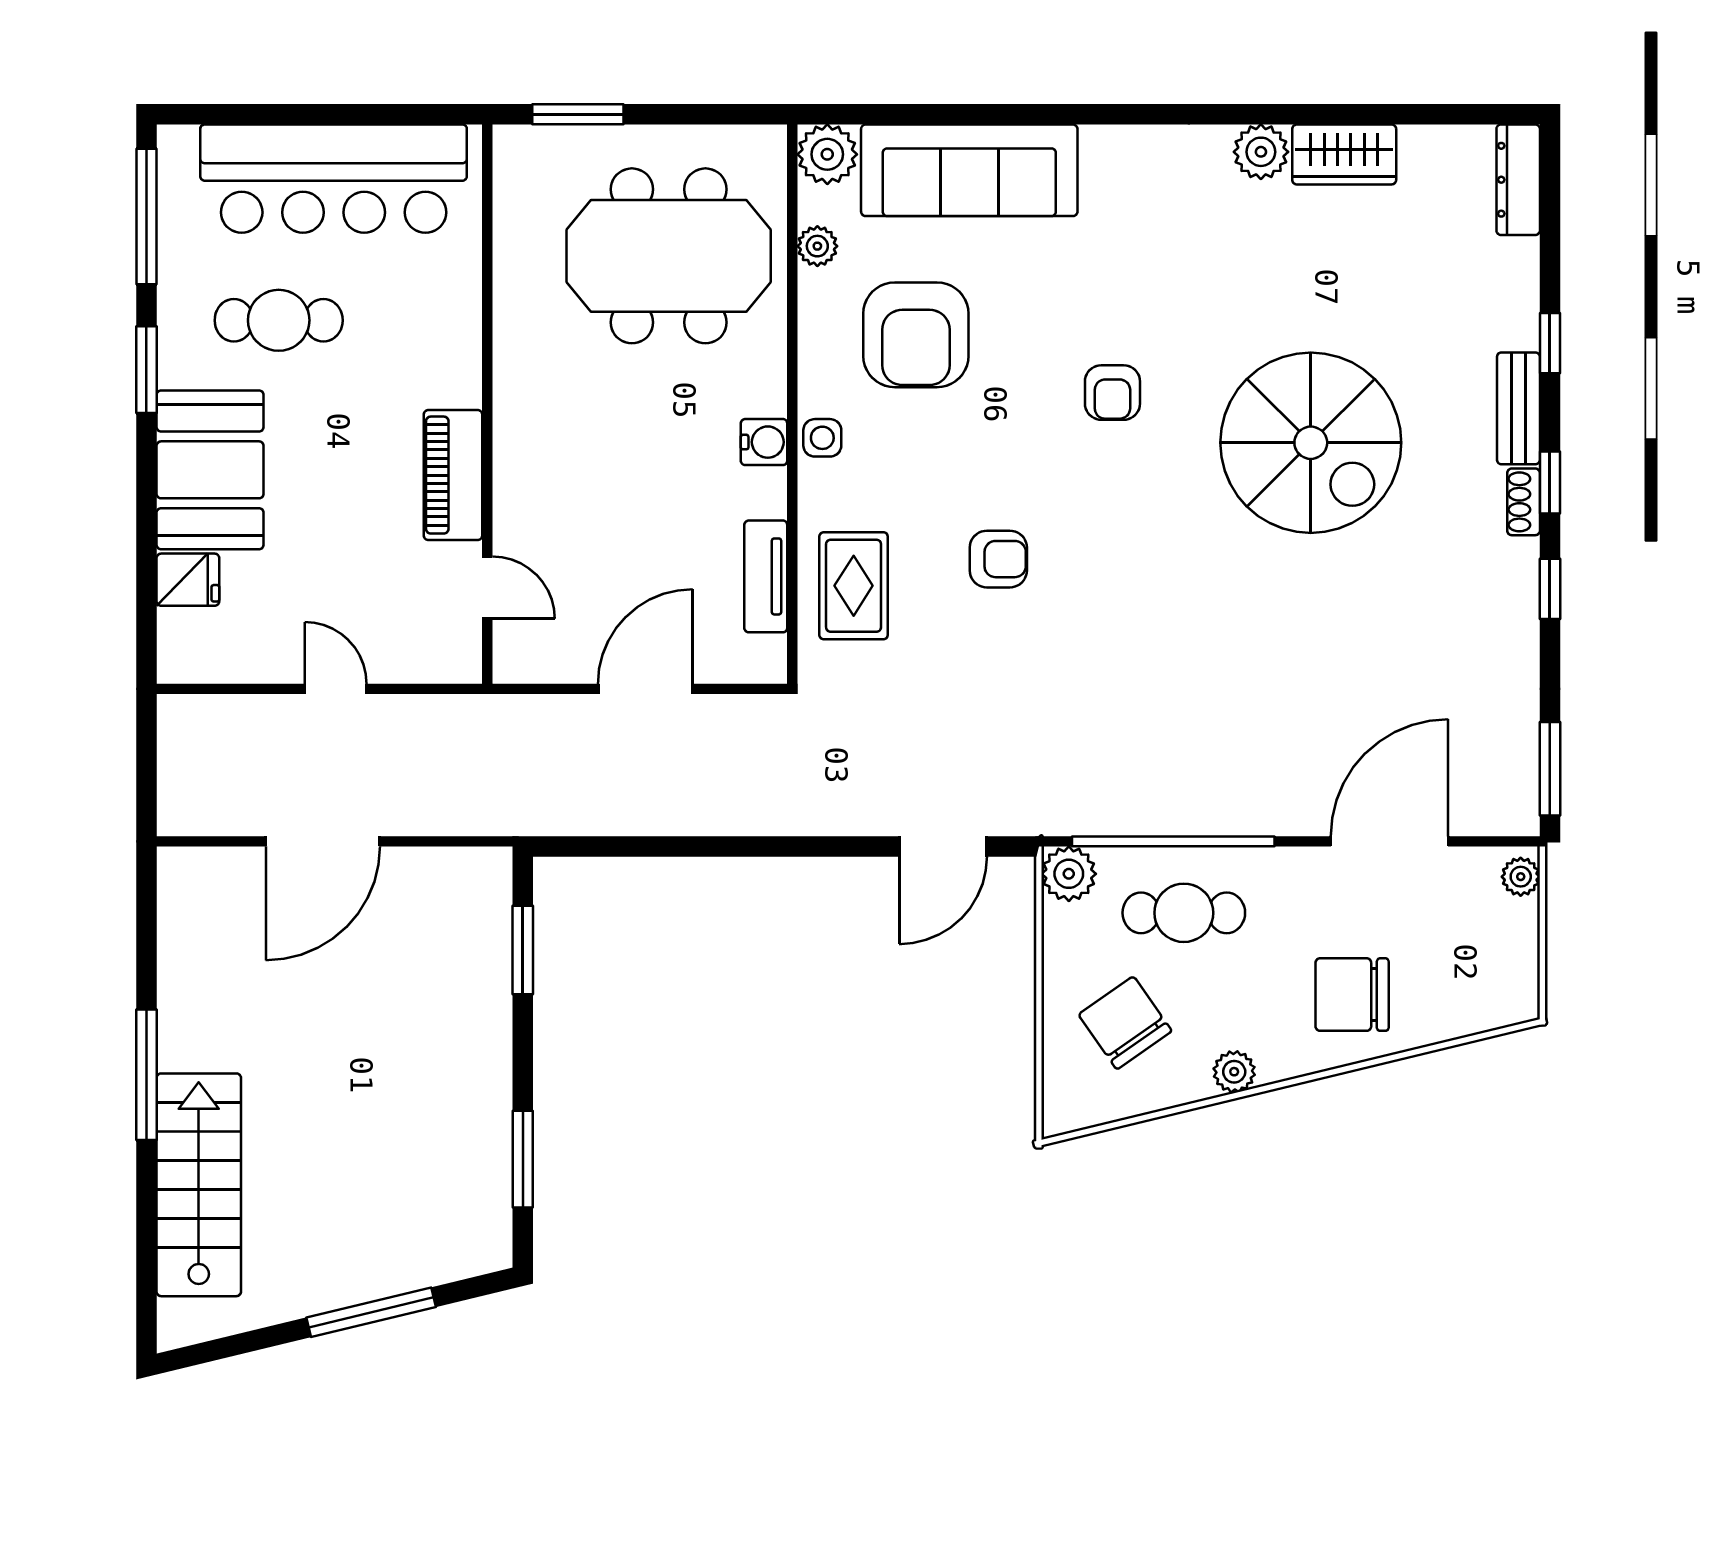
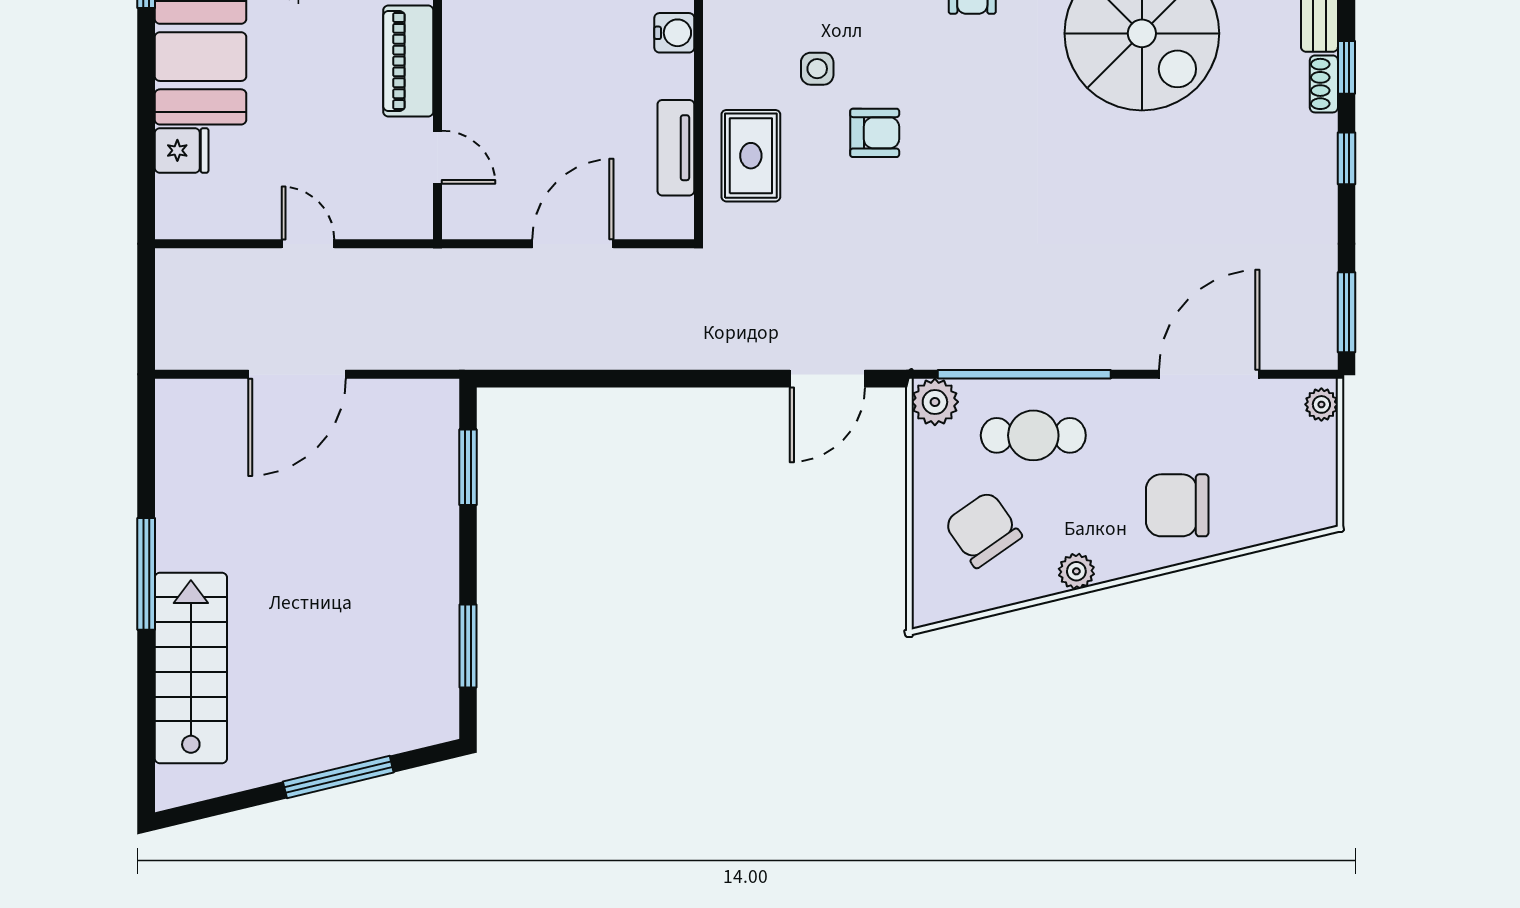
side table: (822, 438) -> (817, 69), moved

